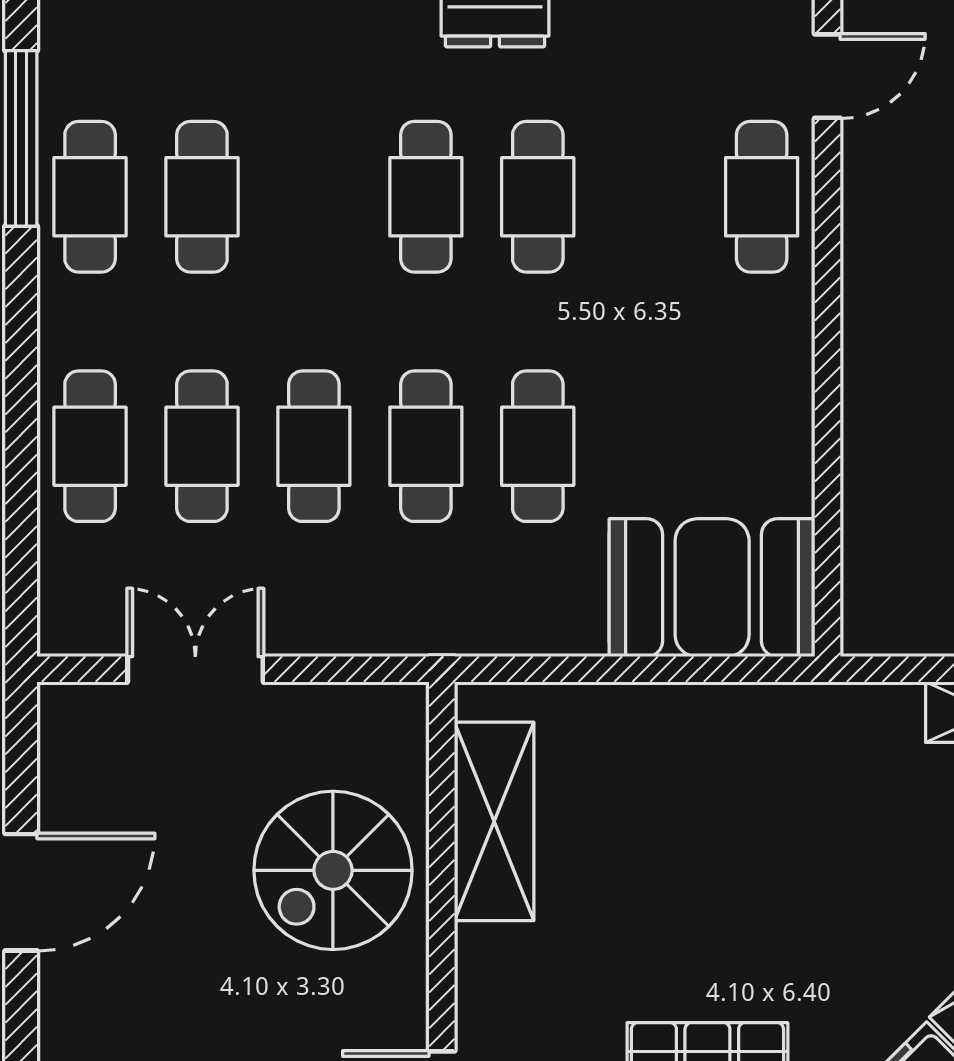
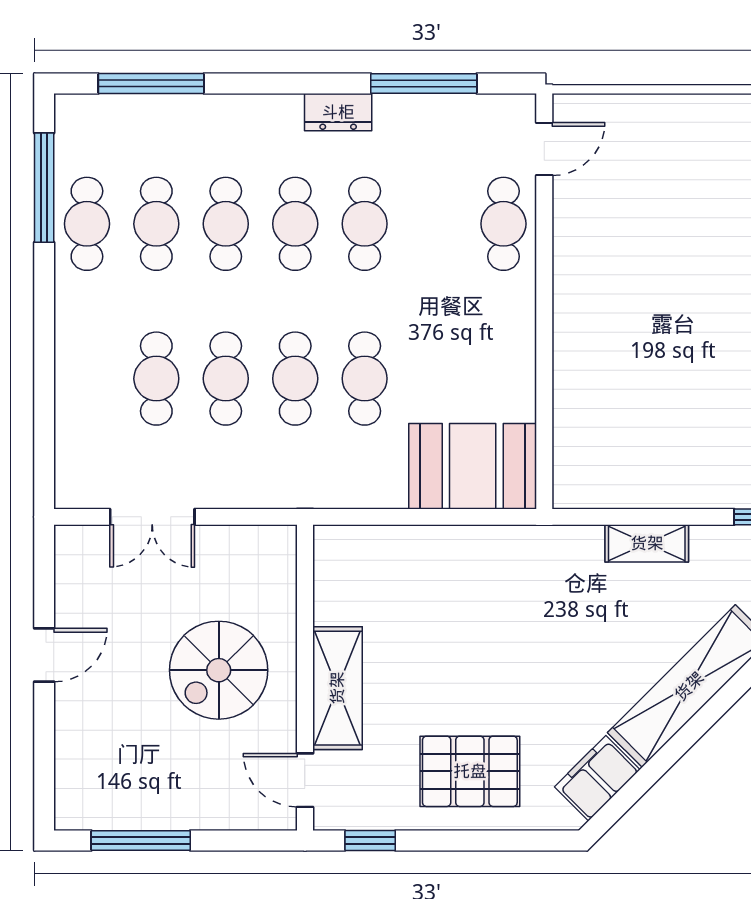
cafe table: (90, 446) -> (226, 224), moved
double door: (195, 669) -> (152, 517), swing flipped
shelving: (494, 821) -> (337, 688), moved
spiral stairs: (333, 870) -> (219, 670), moved
door: (21, 892) -> (44, 655), width x0.73

